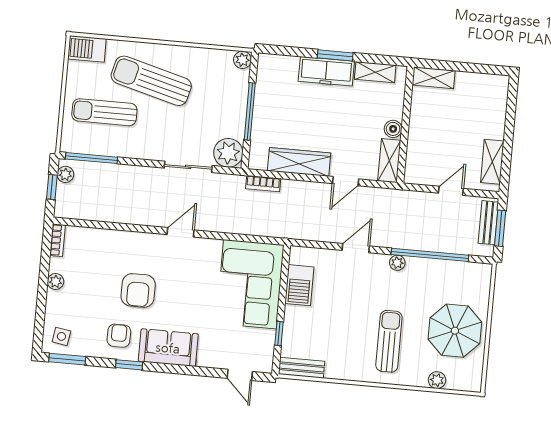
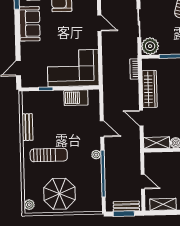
bench: (302, 368) -> (27, 127), moved
plant: (437, 380) -> (29, 205), moved

